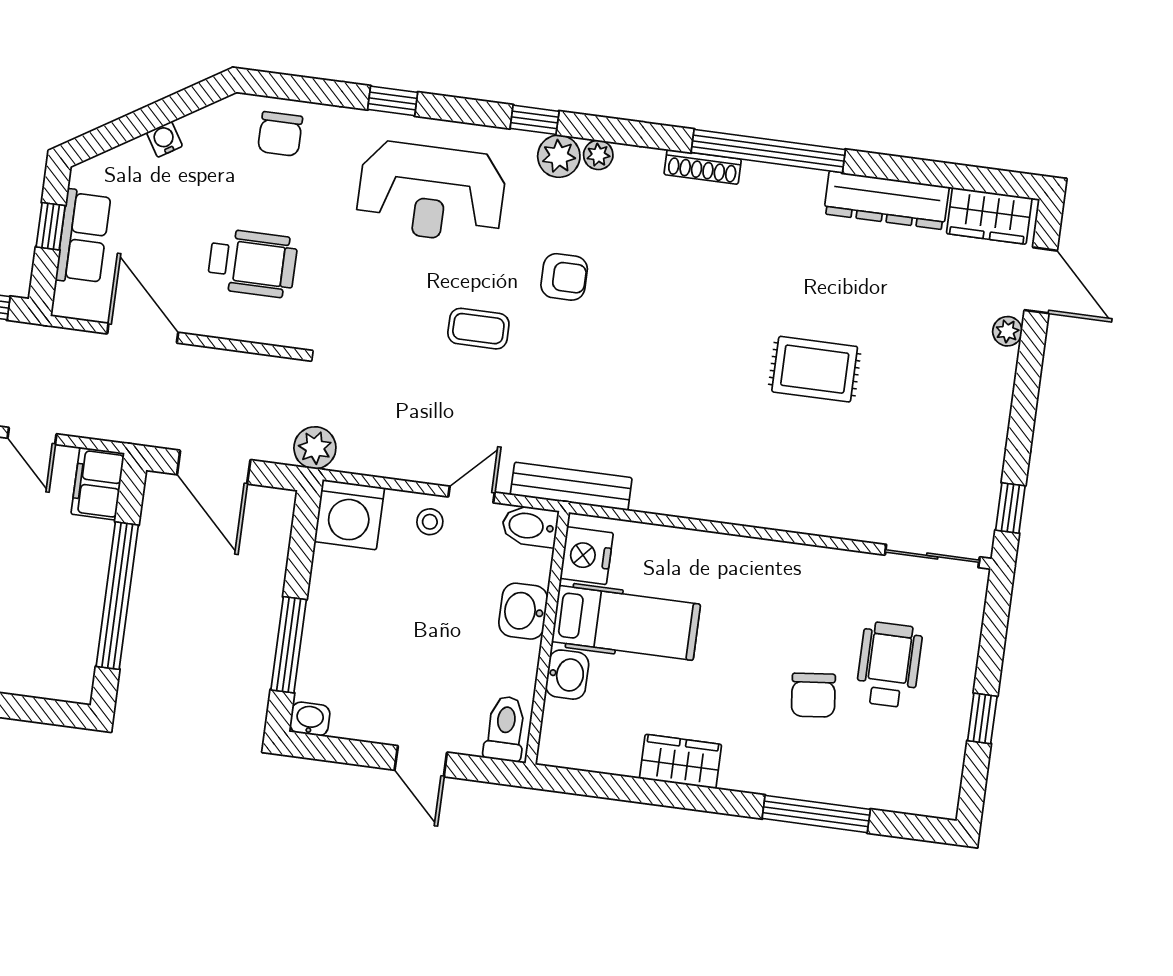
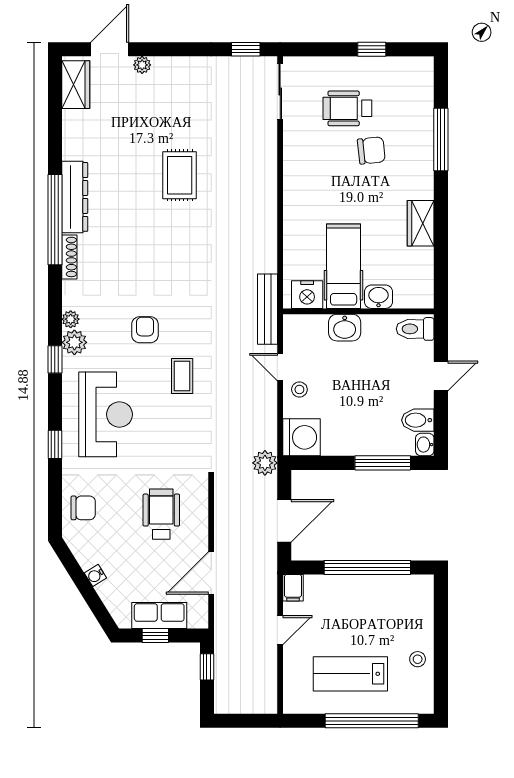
dresser: (886, 200) -> (75, 197), moved
filing cabinet: (98, 484) -> (293, 588), width x0.50
bidet: (530, 526) -> (418, 420), moved, turned 90

